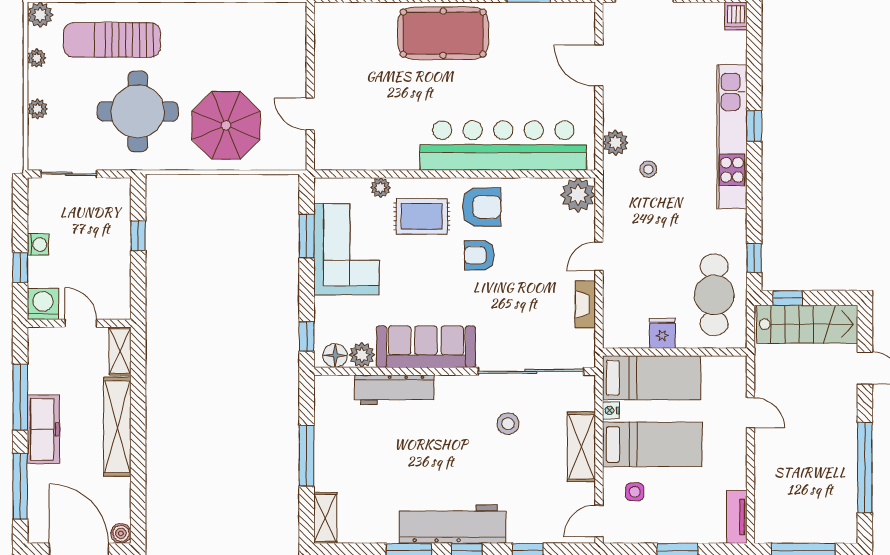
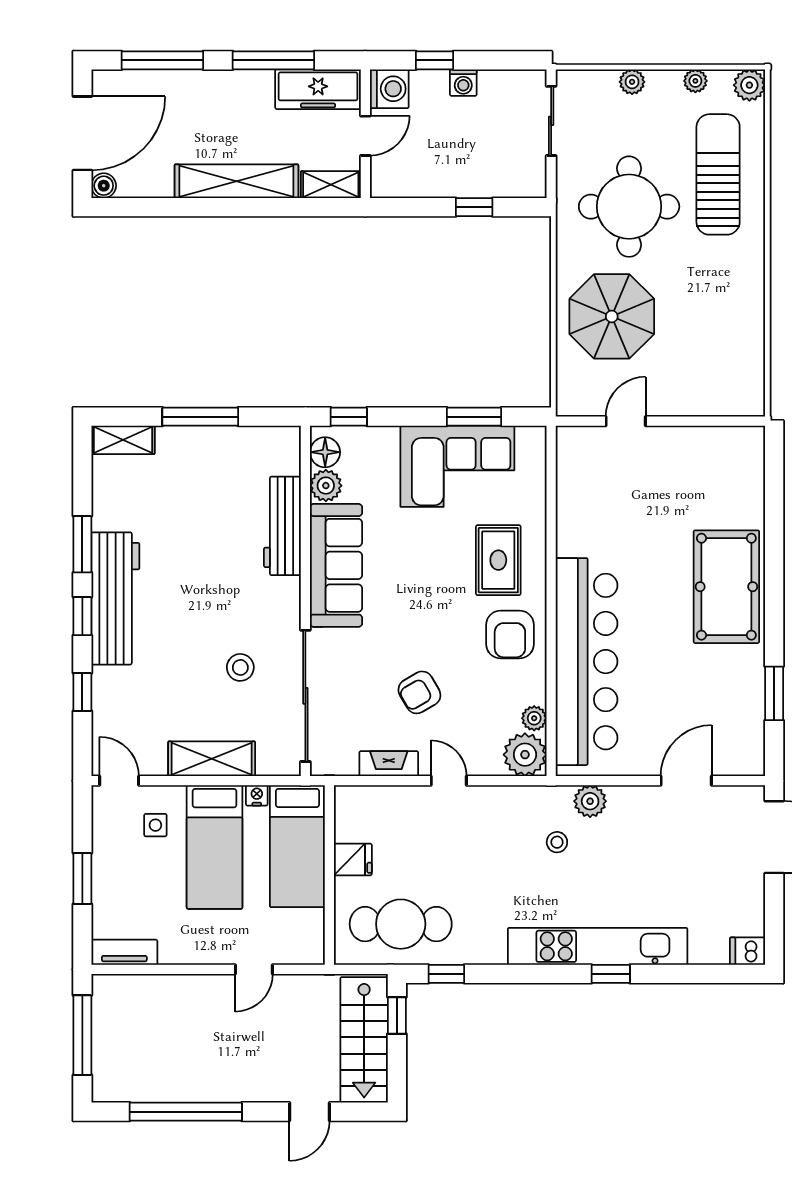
plant: (380, 188) -> (534, 718), moved
armchair: (479, 255) -> (419, 692), moved, turned -120
freezer: (43, 429) -> (318, 89), moved

